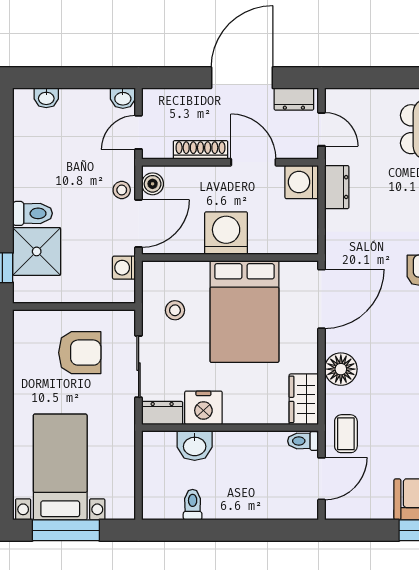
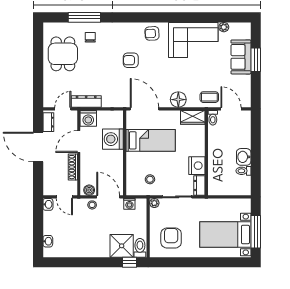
dresser: (337, 187) -> (86, 102), width x1.44
toilet: (33, 213) -> (140, 248), moved
washing machine: (226, 233) -> (113, 139), moved
bed: (244, 311) -> (151, 140), width x0.67
plant: (126, 319) -> (154, 203), added
armchair: (80, 353) -> (171, 238), moved
washbasin: (195, 446) -> (244, 157), moved, turned 180

